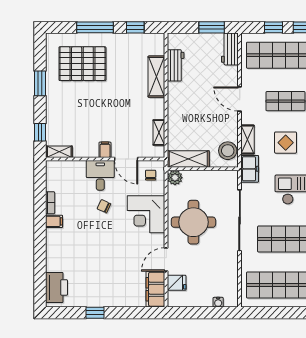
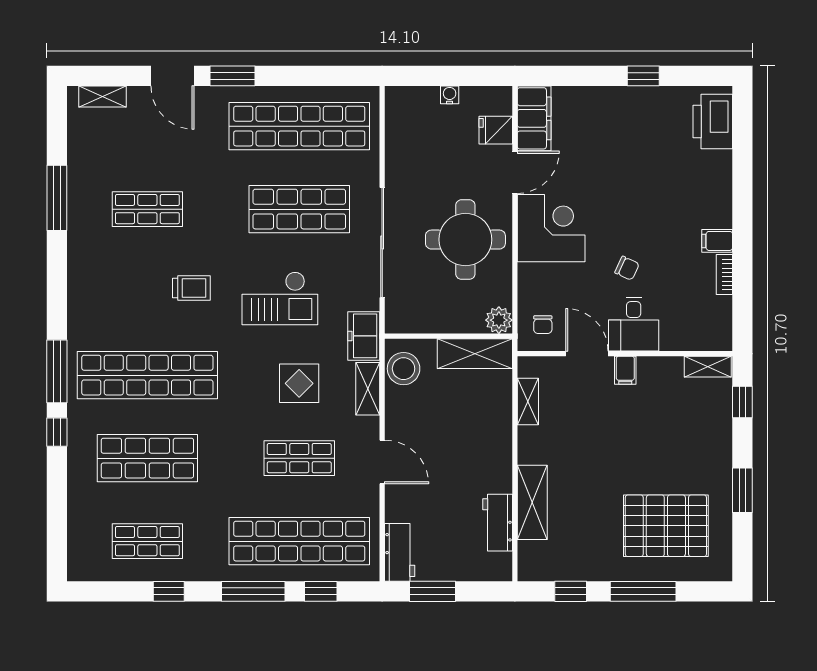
corner desk: (146, 214) -> (551, 228), moved
water cooler: (218, 302) -> (450, 95), moved

